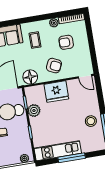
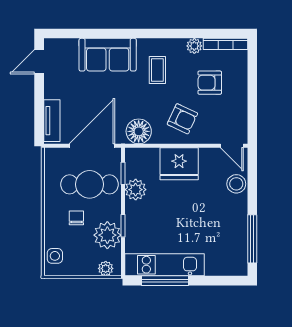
stool: (91, 121) -> (236, 184), moved
plant: (22, 139) -> (107, 235), added
window: (72, 158) -> (165, 281), moved

